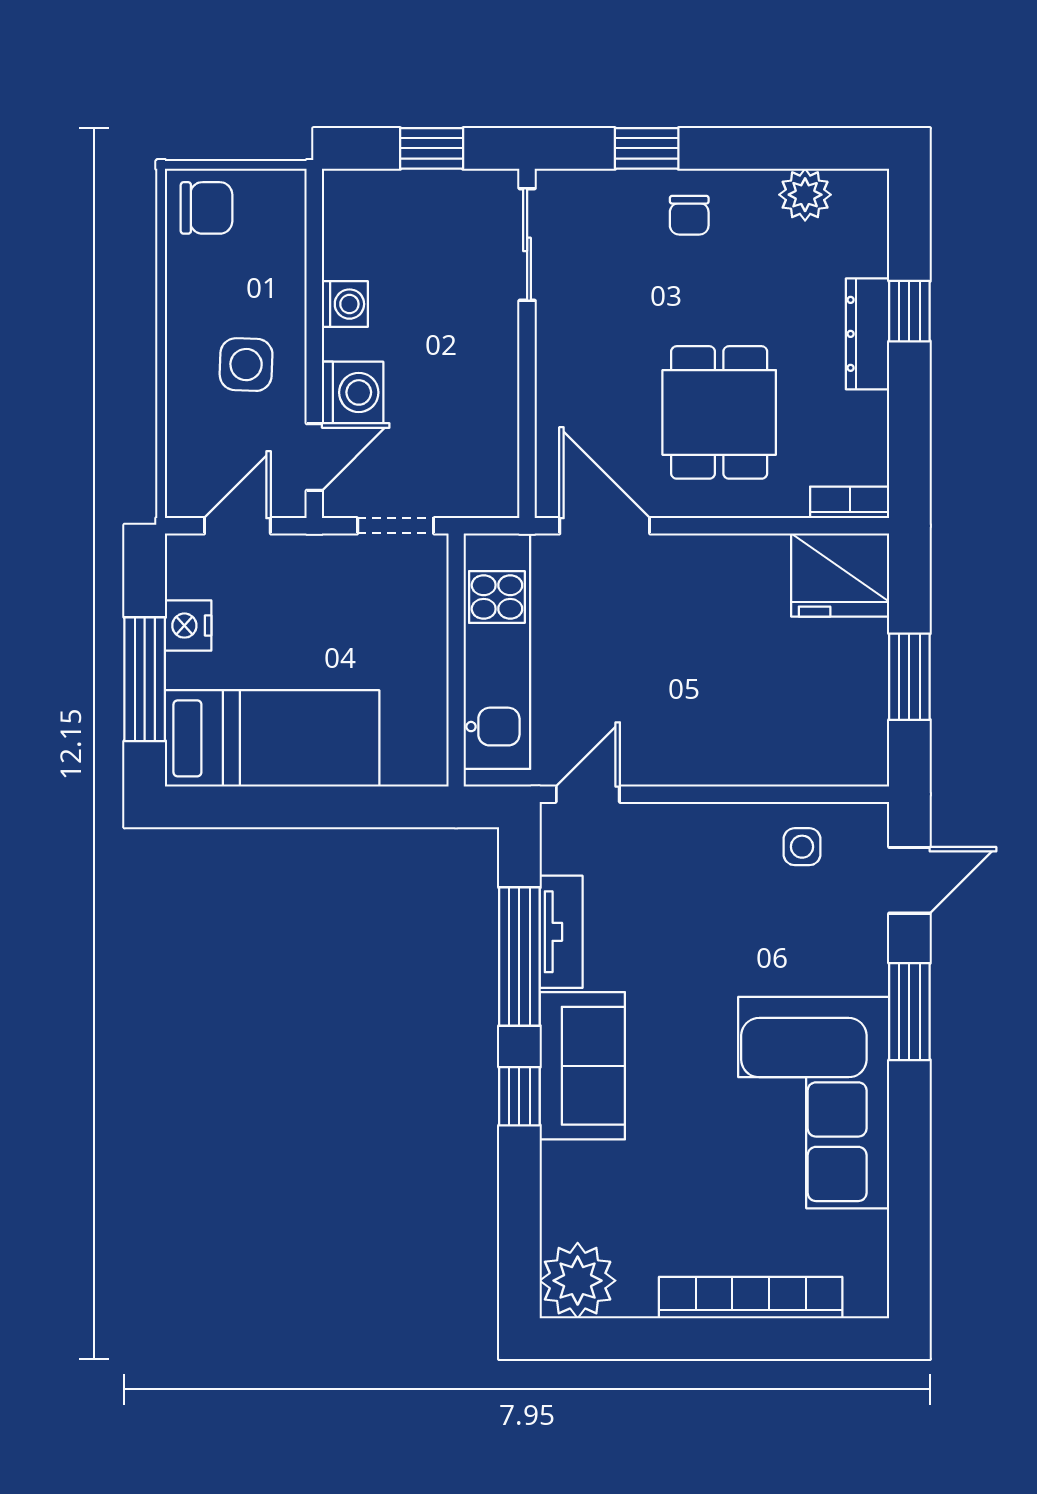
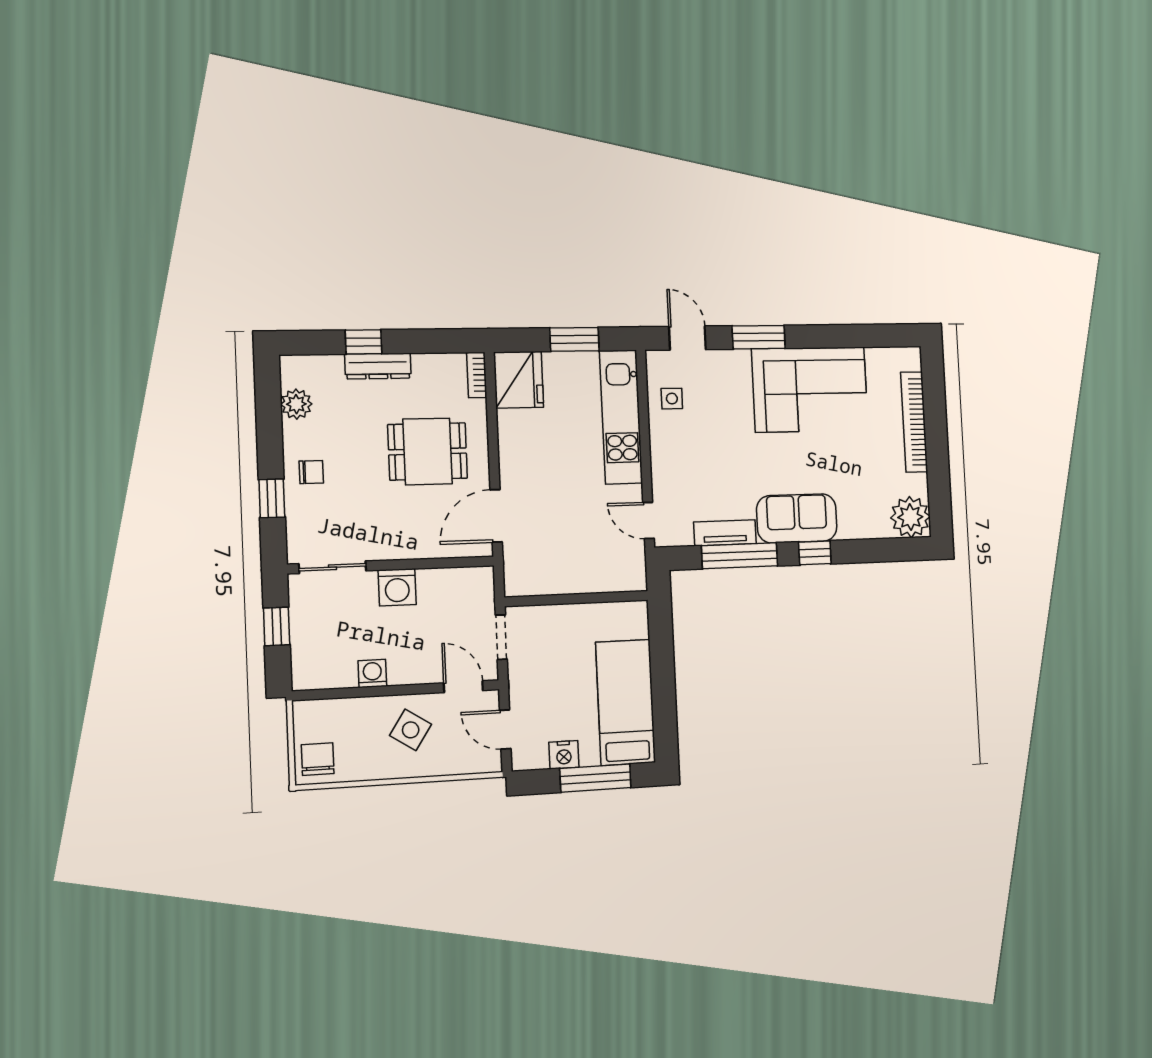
side table: (246, 365) -> (411, 730), turned 31
washing machine: (353, 392) -> (397, 587), moved, turned 180
kitchen unit: (497, 651) -> (621, 417), moved, turned -90

